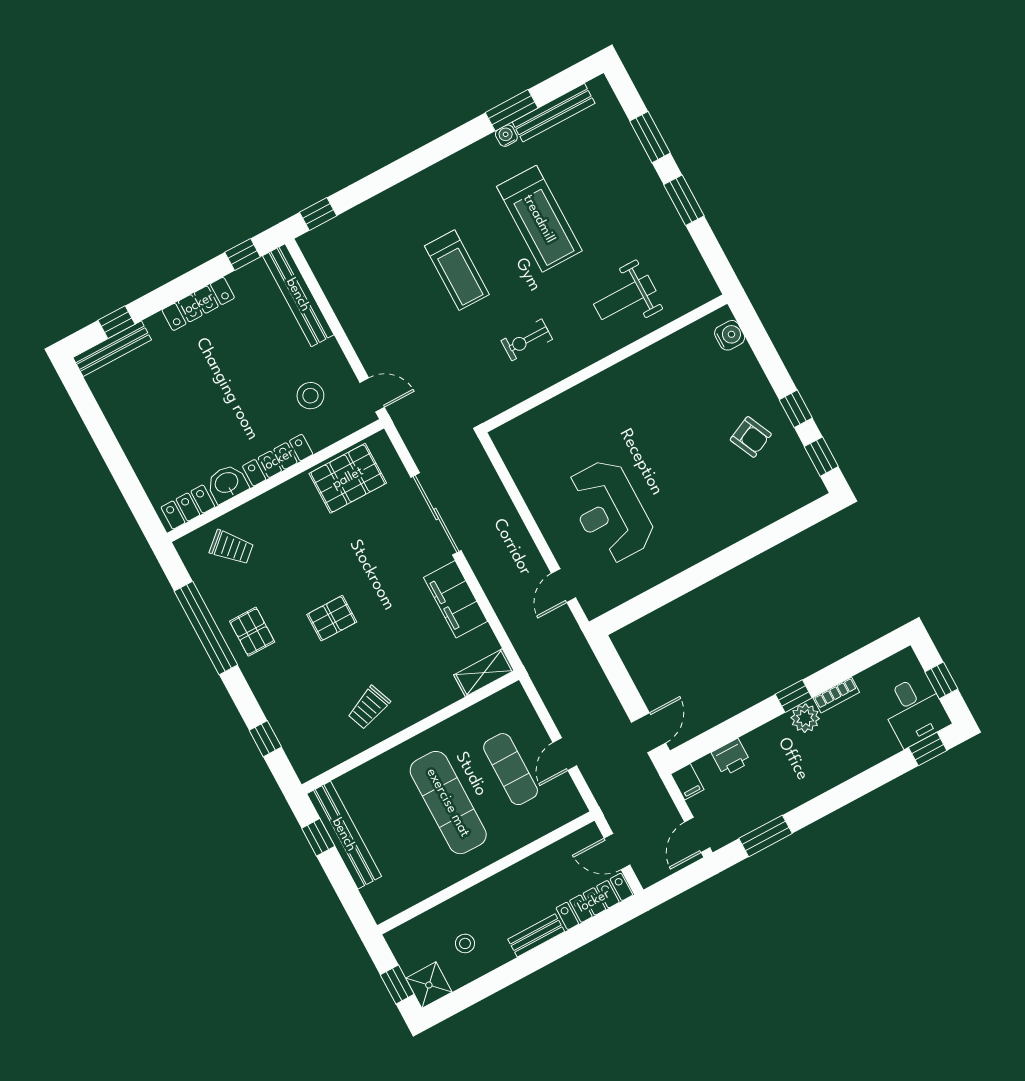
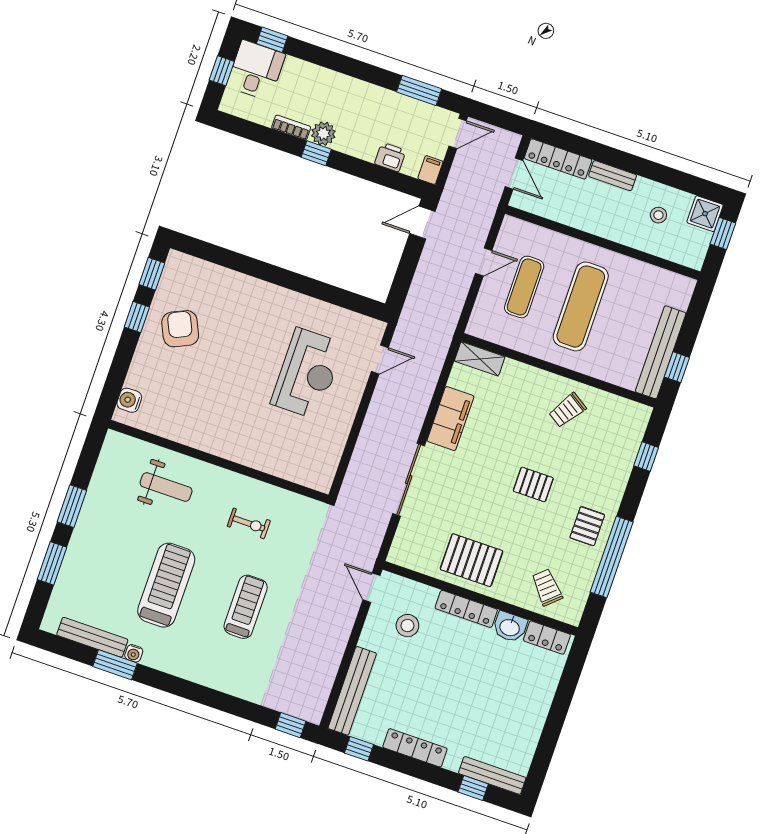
armchair: (751, 437) -> (180, 329), width x1.38, depth x1.38
pallet: (348, 478) -> (472, 560), moved
trolley: (369, 708) -> (567, 410), turned 144

